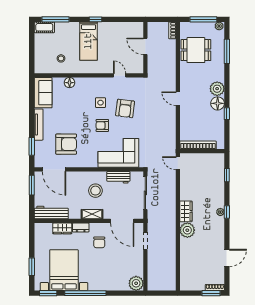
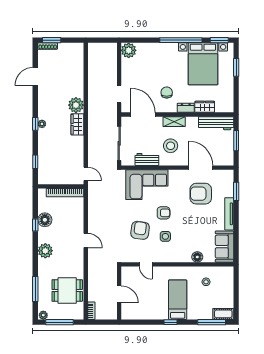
floor lamp: (218, 103) -> (45, 220), moved
door: (54, 169) -> (201, 168), moved
window: (32, 185) -> (236, 141), moved

